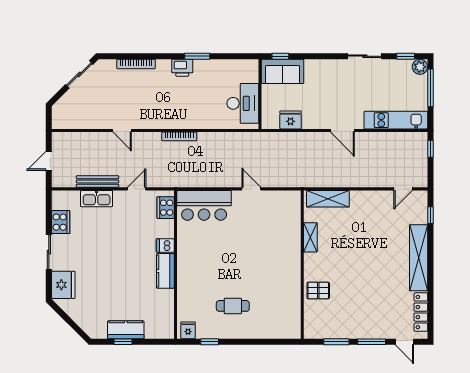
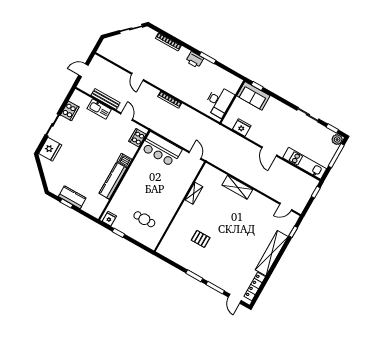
door: (137, 189) -> (127, 117), hinge flipped
shelving: (310, 237) -> (194, 193), moved
wall: (302, 265) -> (180, 207), moved
kitchen counter: (165, 271) -> (113, 181), width x1.50

